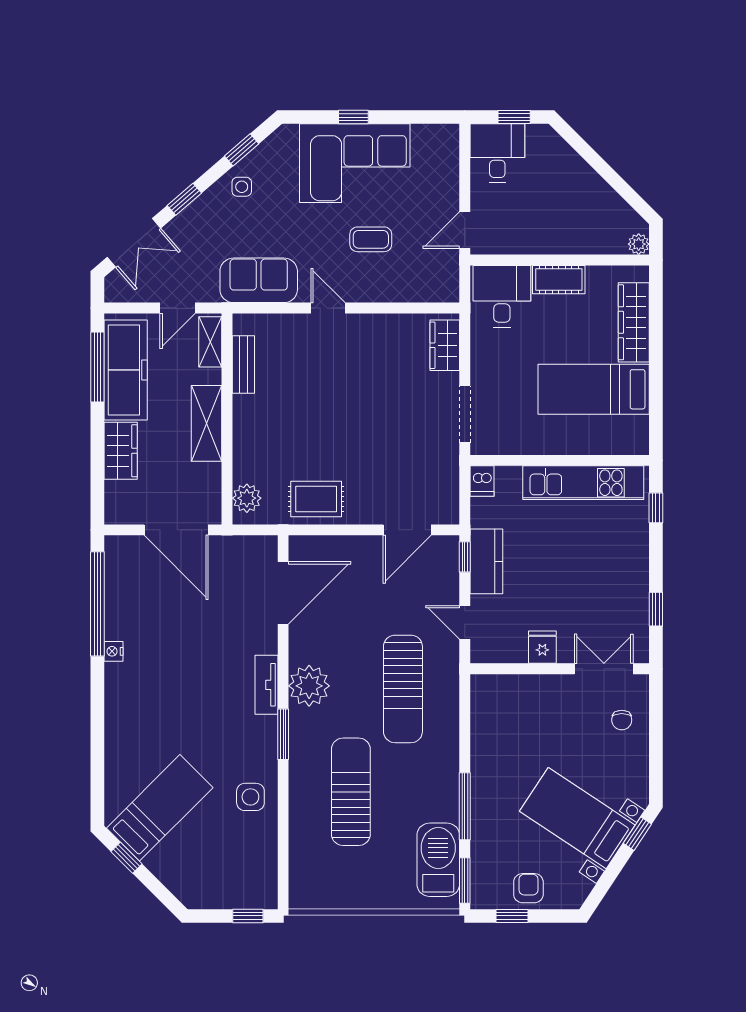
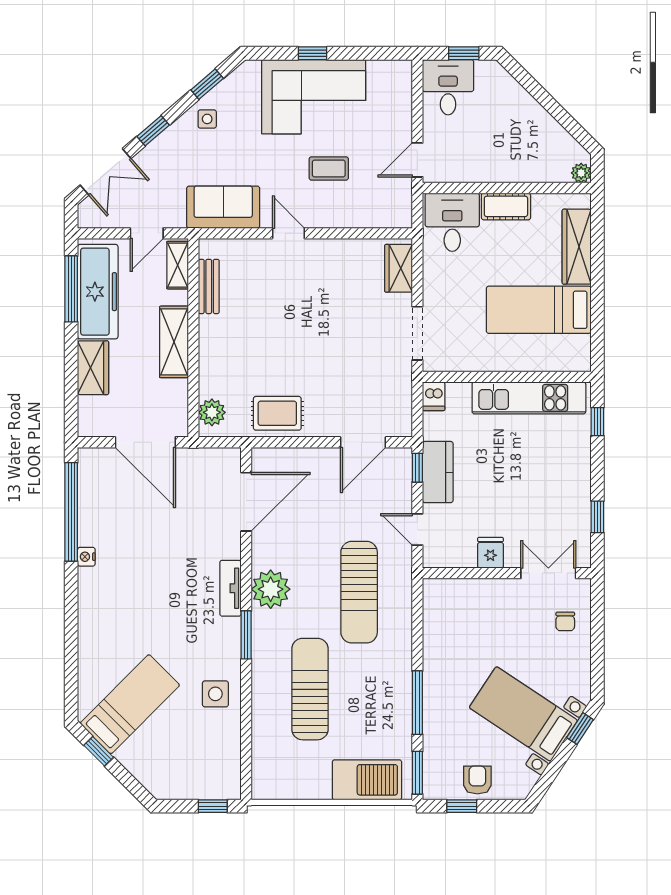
barbecue: (438, 860) -> (367, 780), moved, turned 90

